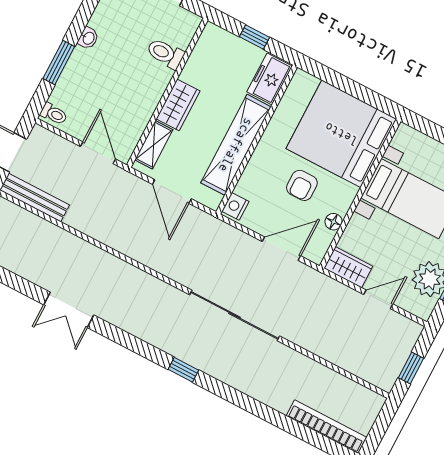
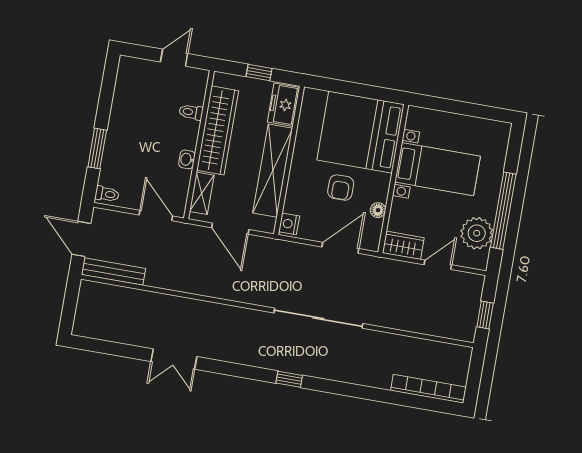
washbasin: (88, 38) -> (187, 159), moved, turned 180
toilet: (165, 54) -> (191, 112), width x0.73, depth x0.72
wardrobe: (178, 105) -> (218, 130), width x2.10, depth x1.17

